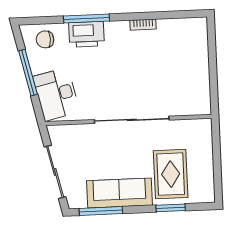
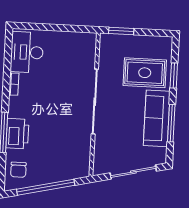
window: (28, 73) -> (46, 187), width x1.46
desk: (56, 94) -> (27, 52), moved, turned 103
window: (216, 142) -> (121, 31), added
window: (101, 211) -> (171, 123), moved

